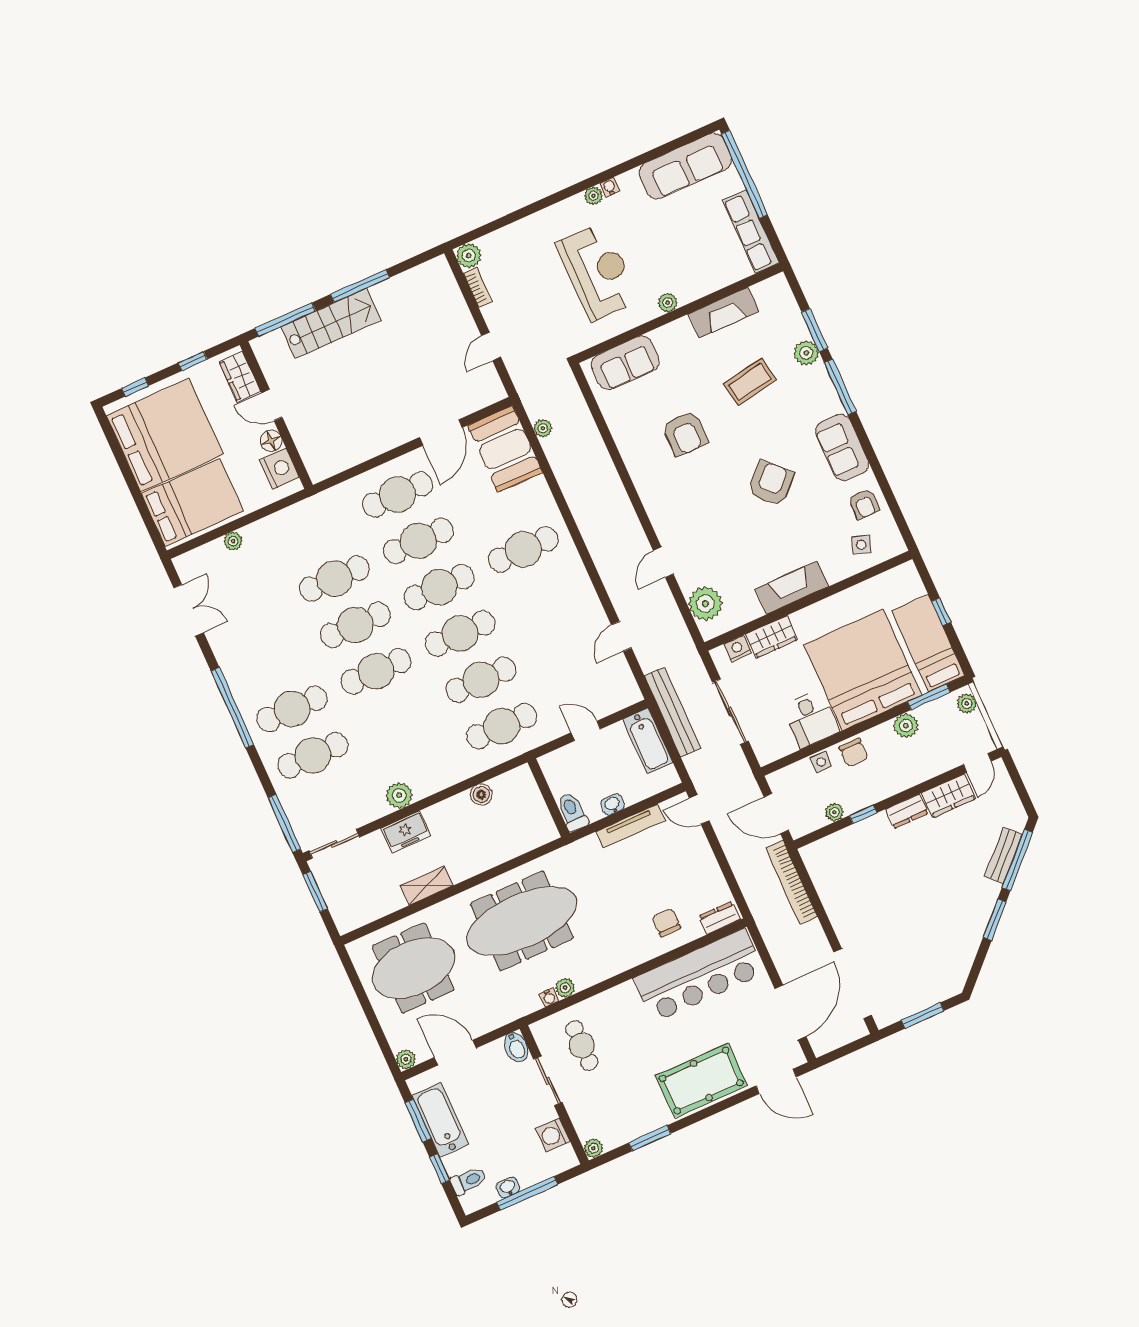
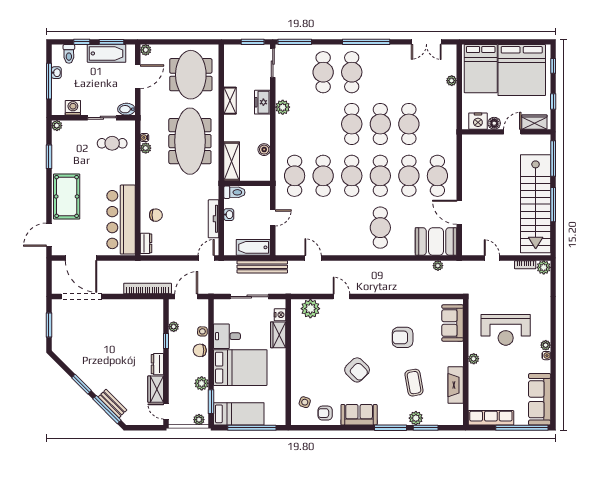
stairs: (331, 323) -> (536, 204), width x1.86, depth x1.51
fireplace: (792, 588) -> (299, 357), removed
window: (941, 612) -> (252, 428), width x3.17
bed: (863, 670) -> (240, 368), width x0.73
shelving: (524, 839) -> (232, 161), added

